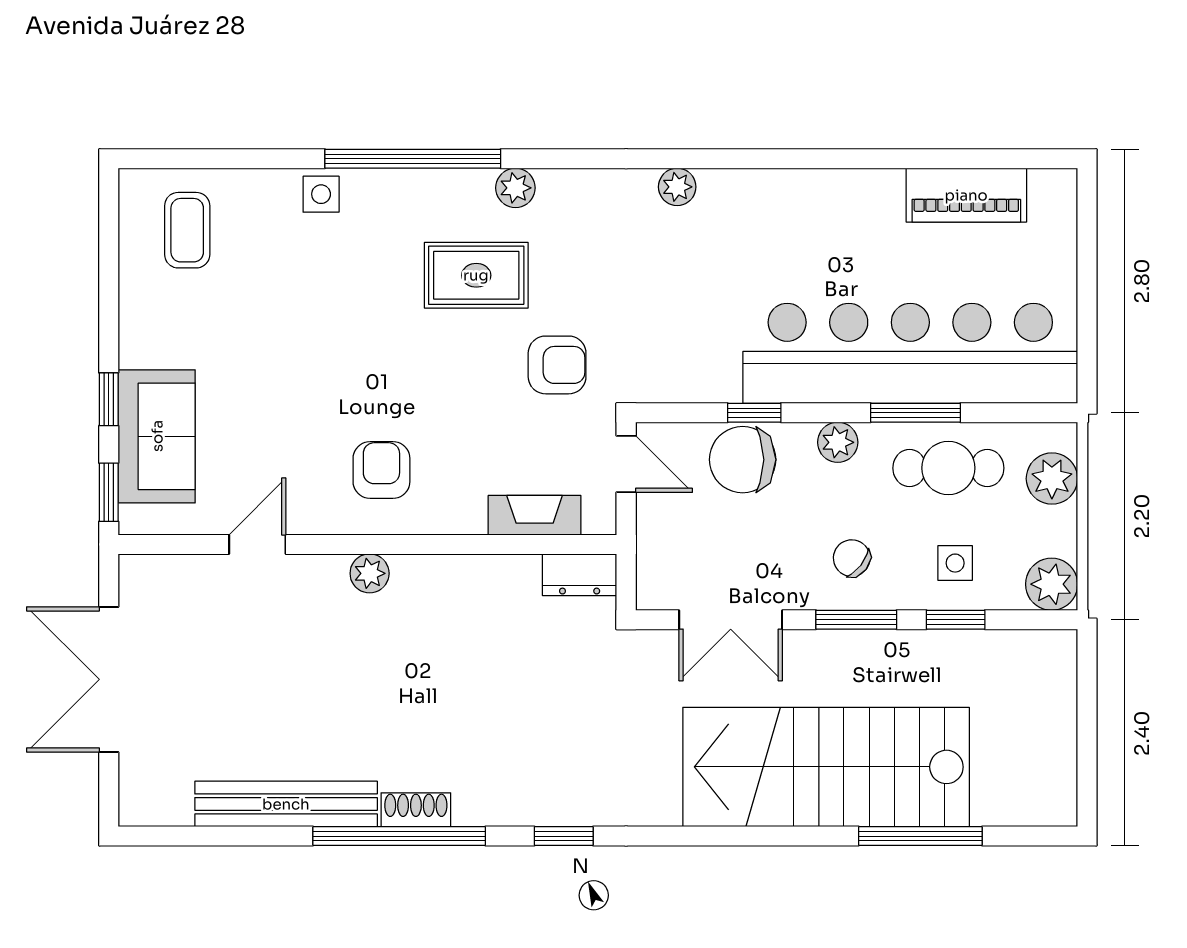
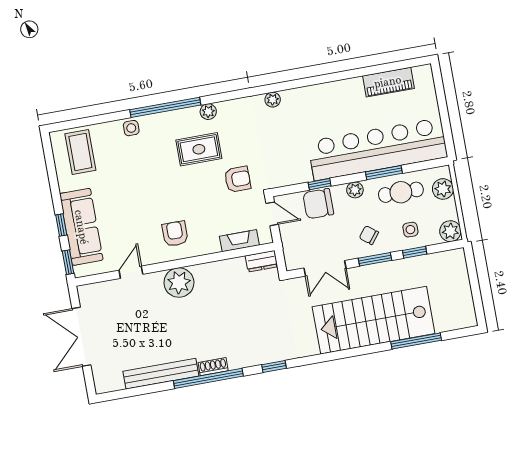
coffee table: (187, 230) -> (80, 152), width x1.36, depth x1.30
sofa: (157, 436) -> (81, 227), width x1.36
plant: (370, 573) -> (179, 283), width x1.88, depth x1.88

